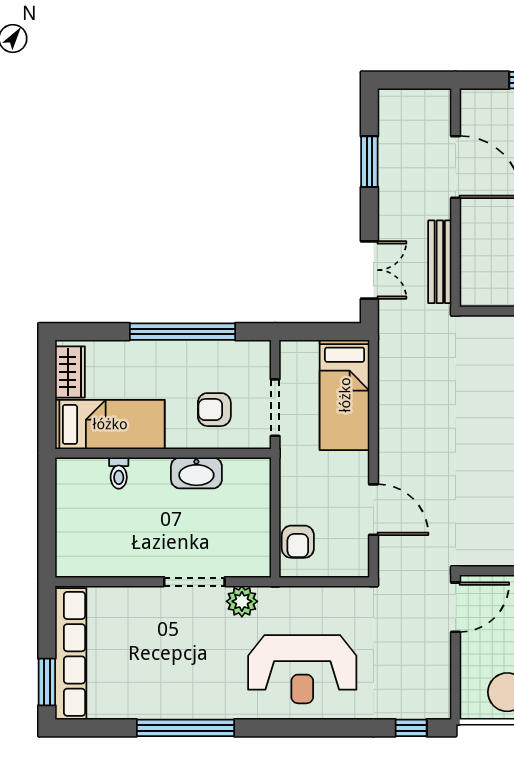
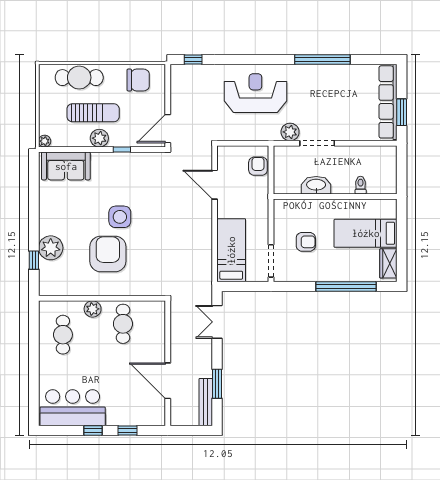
bench: (440, 262) -> (206, 402), moved
window: (182, 332) -> (346, 287), moved
doorway: (275, 408) -> (271, 261), moved
wall: (163, 453) -> (335, 197), moved
toilet: (119, 473) -> (361, 185), moved
washbasin: (196, 473) -> (316, 185), moved
window: (47, 682) -> (402, 112), moved

